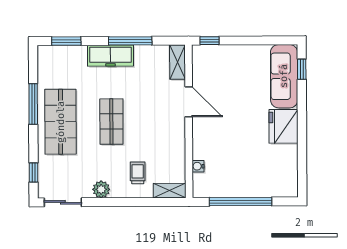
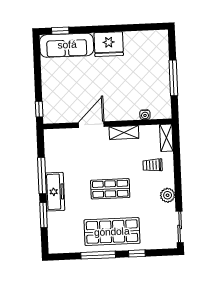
window: (66, 41) -> (44, 215), moved
shelving: (178, 62) -> (124, 132), moved
window: (33, 172) -> (137, 253), moved
window: (240, 202) -> (173, 78), width x0.68

